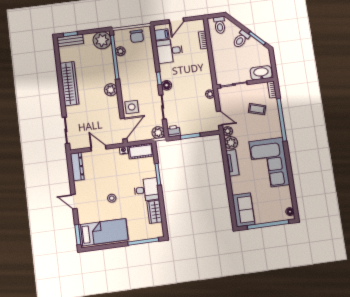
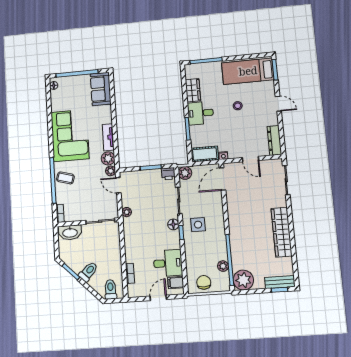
plant: (111, 90) -> (235, 223), removed
side table: (132, 107) -> (198, 225), moved
coffee table: (257, 109) -> (65, 178), moved

